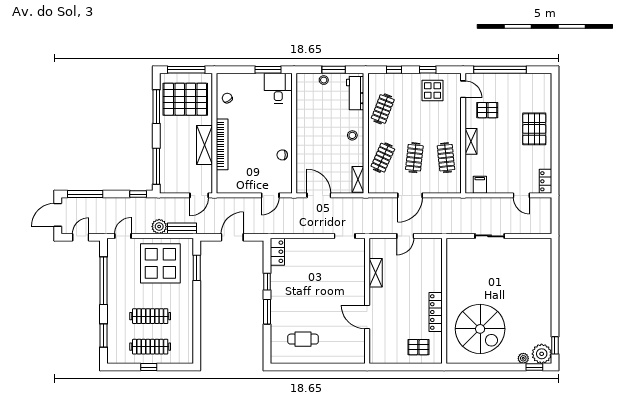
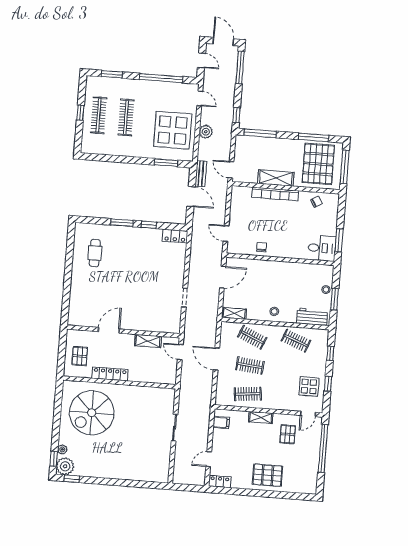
bench: (182, 228) -> (201, 174), moved
shelving: (376, 273) -> (148, 341), moved
wall: (367, 301) -> (123, 331), moved
door: (367, 317) -> (109, 330), moved

